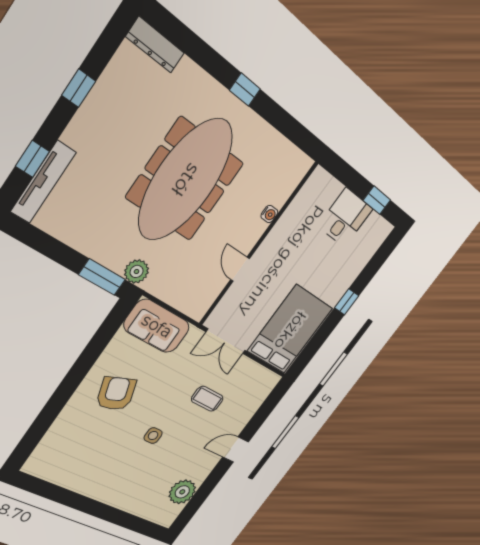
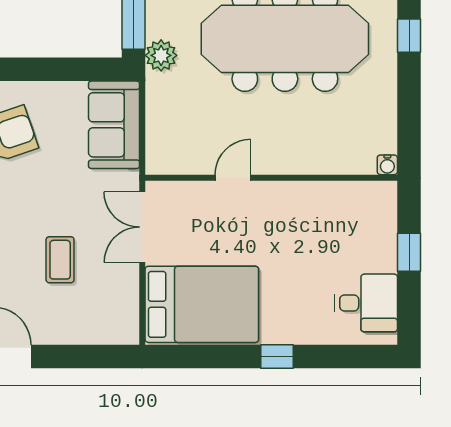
window: (377, 200) -> (409, 252), moved
water cooler: (269, 214) -> (387, 165), moved
desk: (345, 218) -> (366, 303), moved

